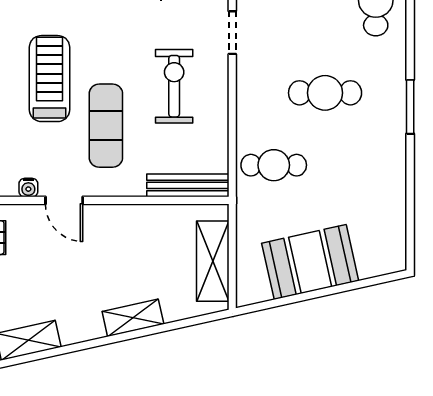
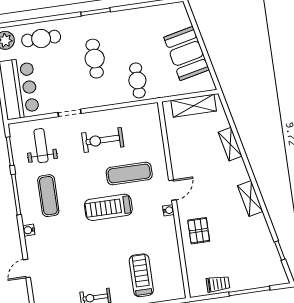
bench: (188, 185) -> (155, 125), removed

